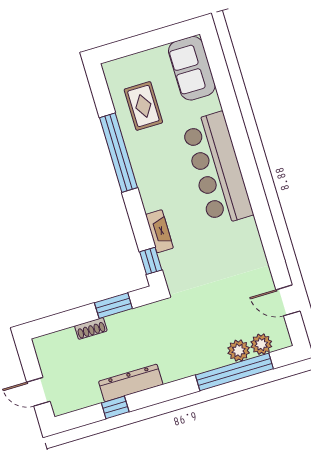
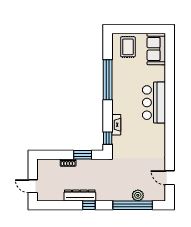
rug: (143, 106) -> (128, 47), moved
bar counter: (217, 169) -> (154, 103), width x0.73
plant: (261, 344) -> (150, 196), removed
window: (115, 407) -> (89, 205), moved

